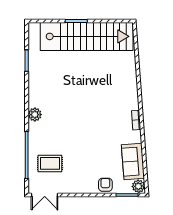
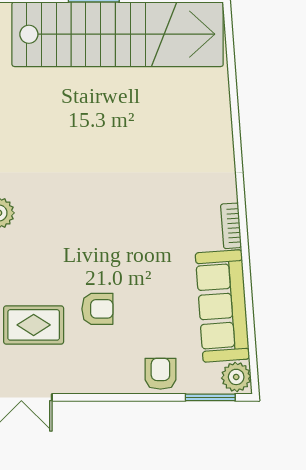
armchair: (78, 156) -> (97, 309), added
sofa: (133, 161) -> (222, 306), width x1.36

